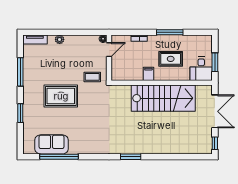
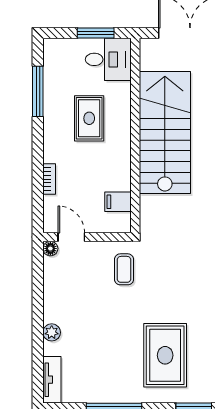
window: (170, 32) -> (38, 91), moved
filing cabinet: (148, 74) -> (118, 202), moved
rug: (61, 96) -> (165, 355), moved

